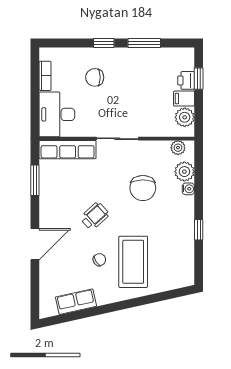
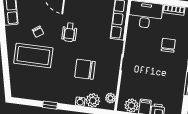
wheelchair: (95, 216) -> (69, 32), turned 42

